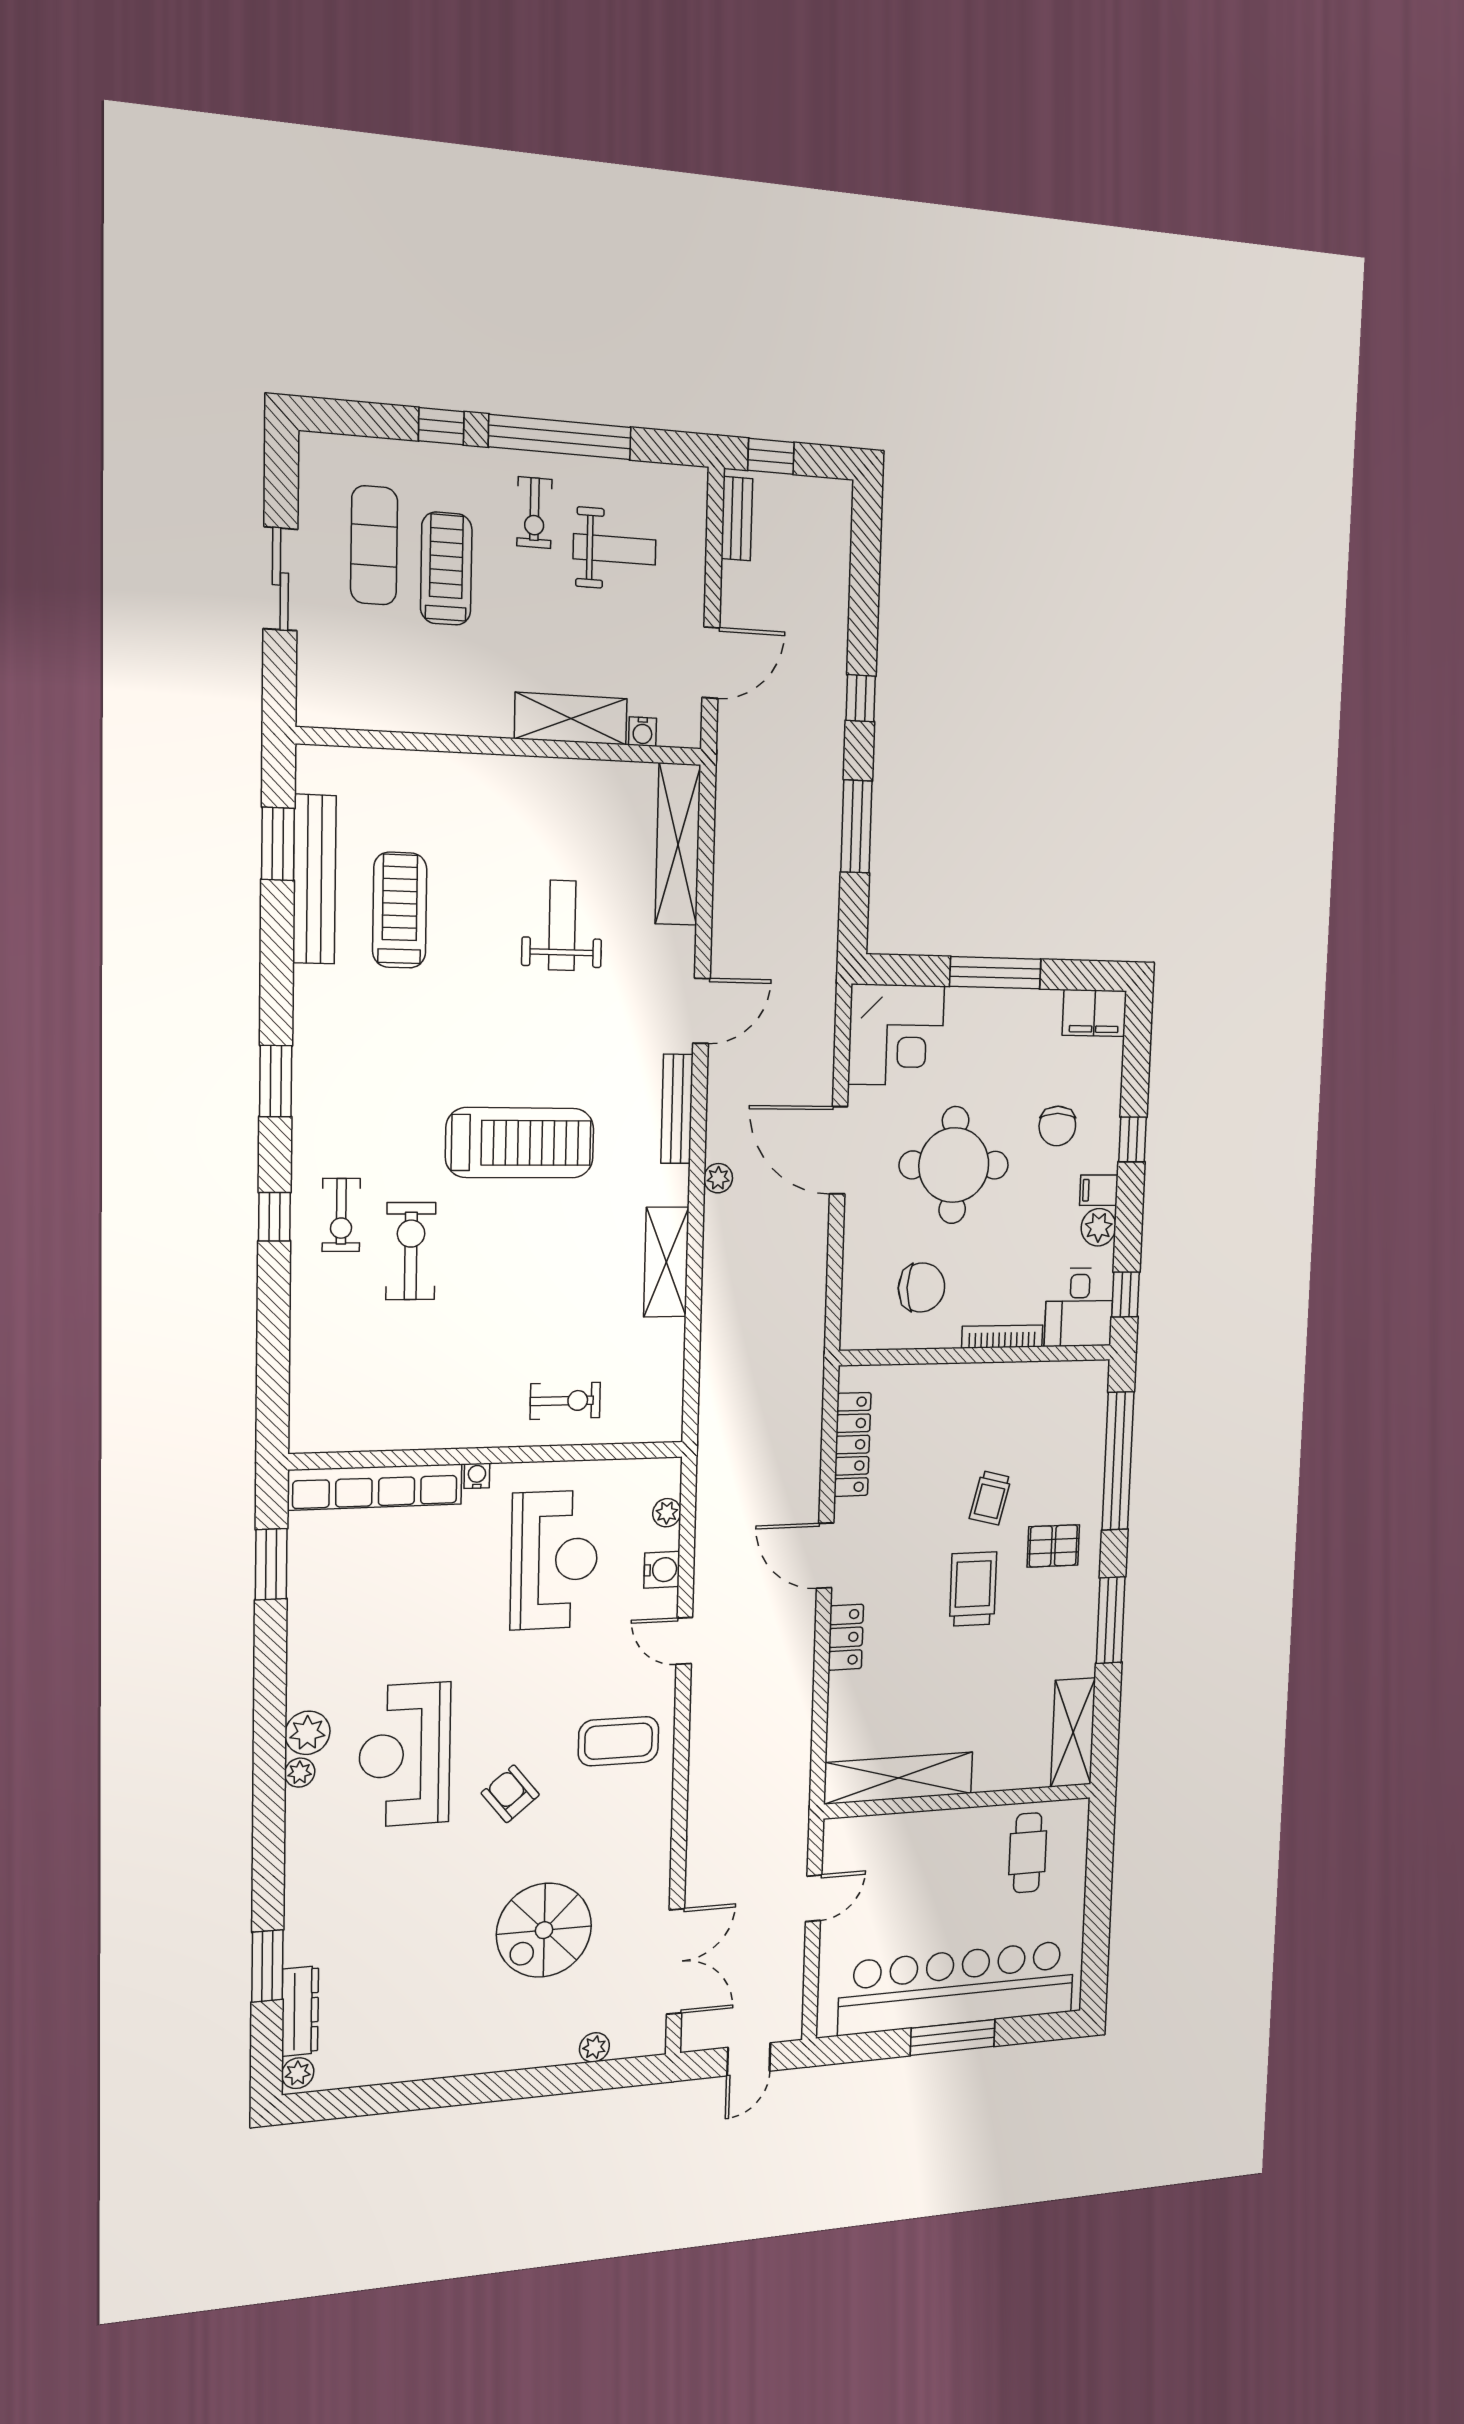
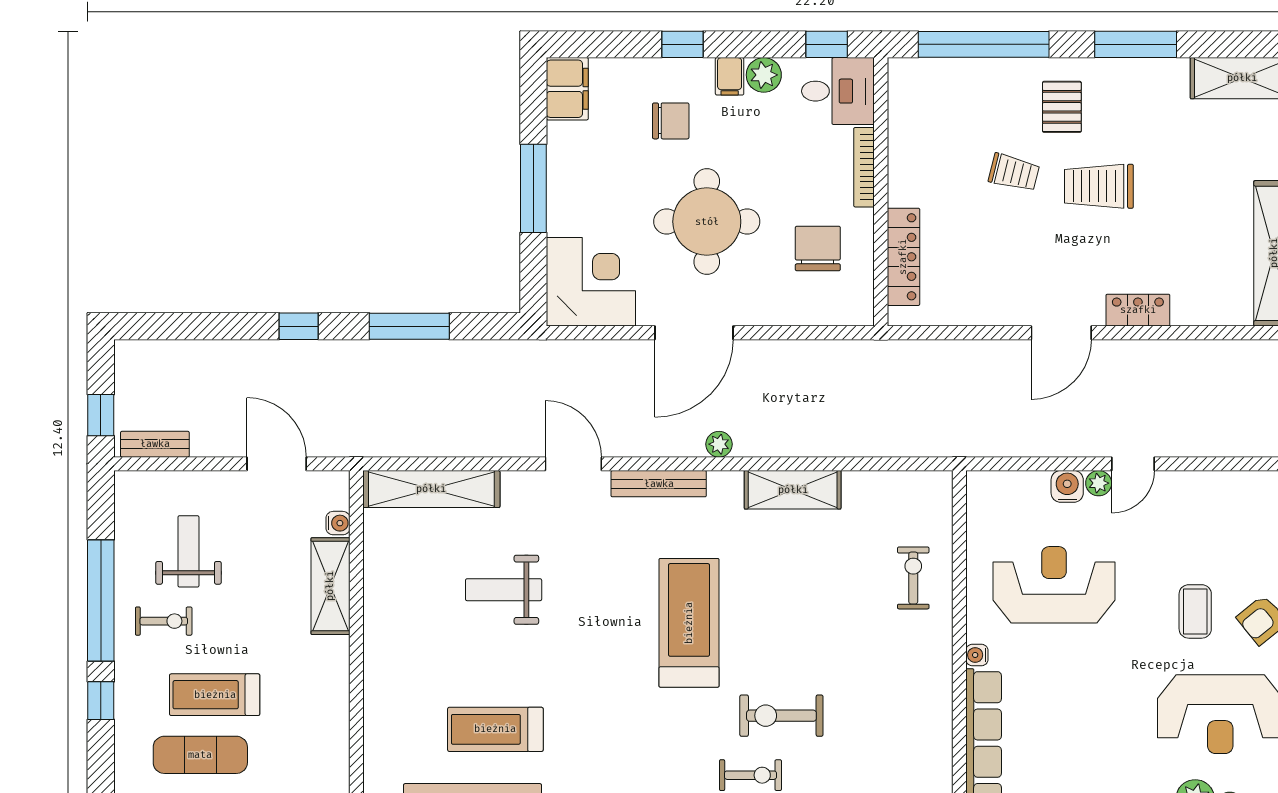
locker: (852, 1445) -> (903, 257), moved, turned 90
plant: (667, 1513) -> (1099, 483), moved
coffee table: (619, 1741) -> (1195, 611), moved, width x0.73, depth x0.77

